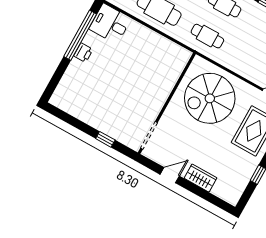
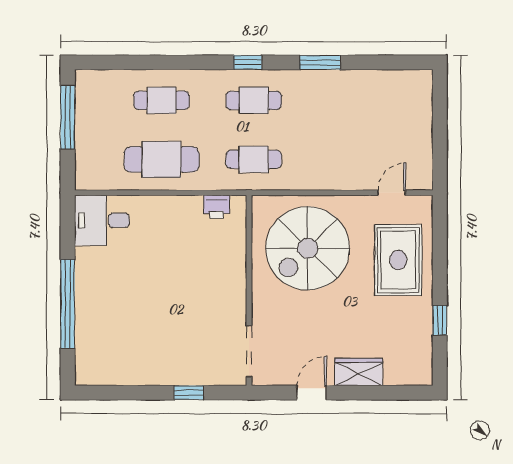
window: (80, 35) -> (68, 304), moved
printer: (83, 53) -> (217, 207), moved, turned 90

